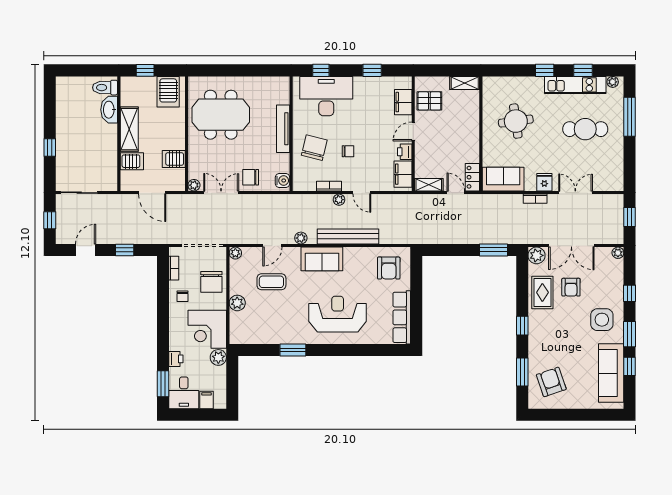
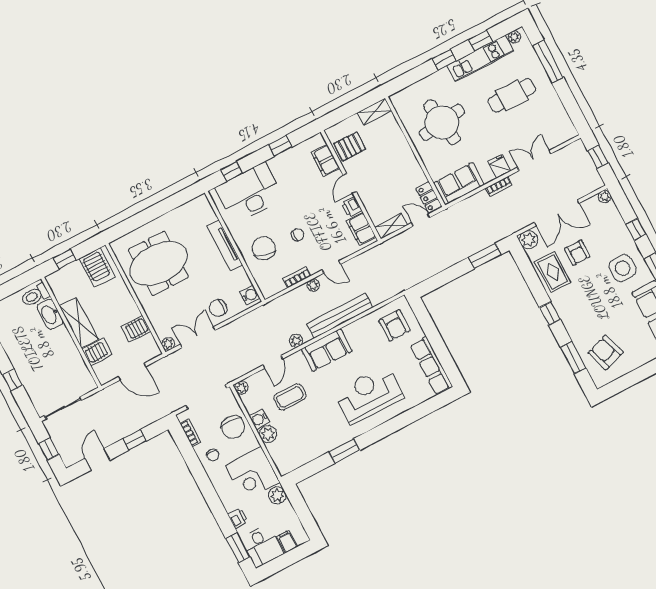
round table: (516, 121) -> (442, 122), width x1.36, depth x1.36
water cooler: (236, 287) -> (259, 419), added

